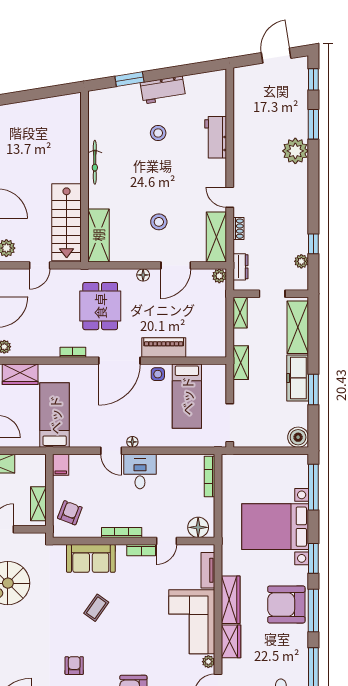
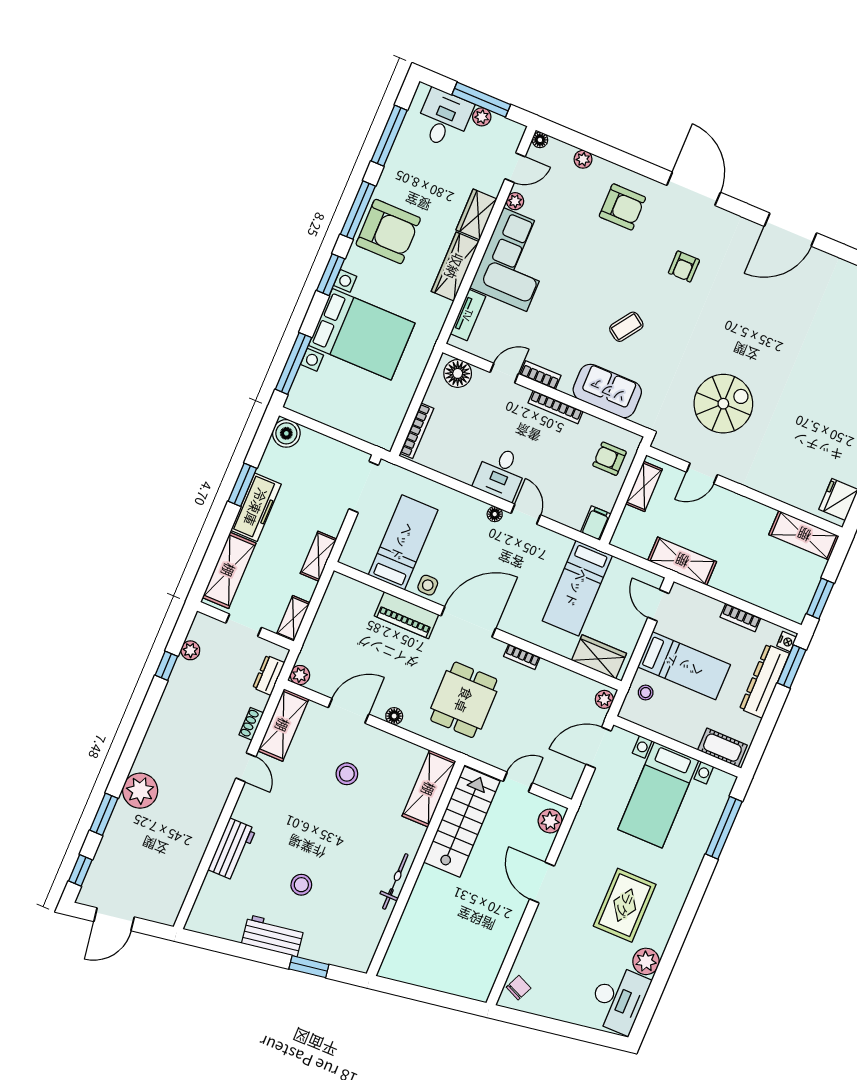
armchair: (70, 513) -> (609, 459), turned 69

